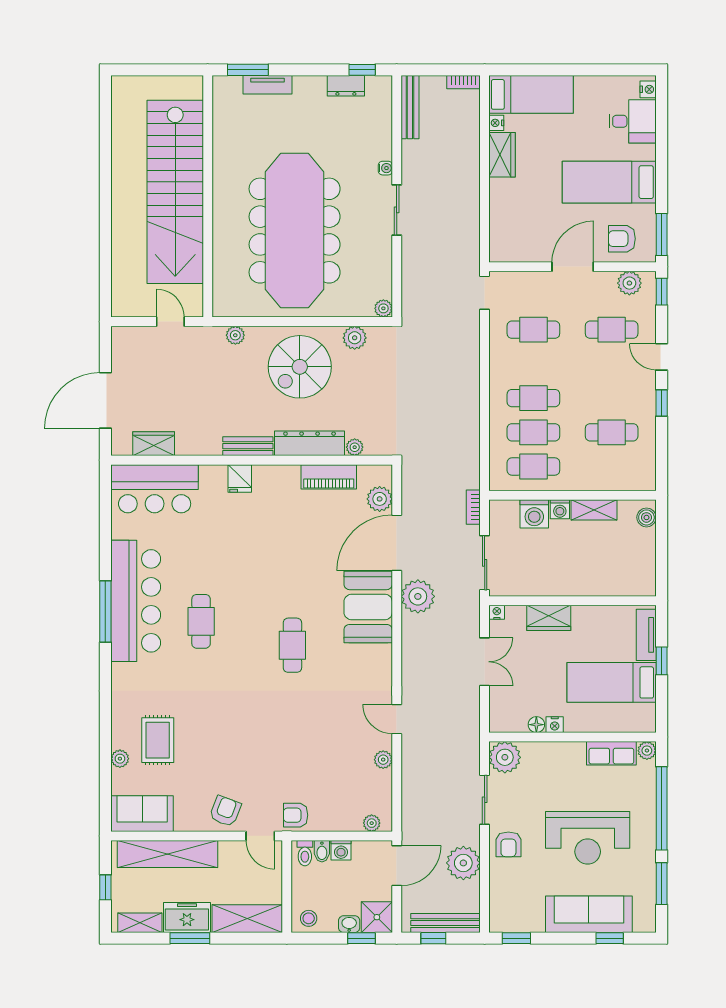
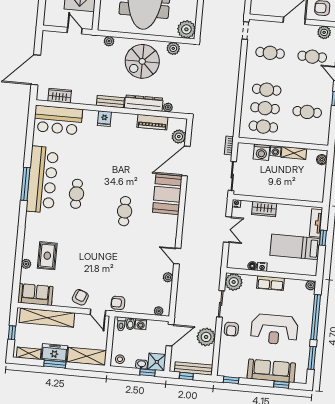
plant: (383, 308) -> (186, 29), width x1.88, depth x1.88
plant: (418, 596) -> (195, 191), removed
row of seats: (611, 753) -> (270, 283), moved

